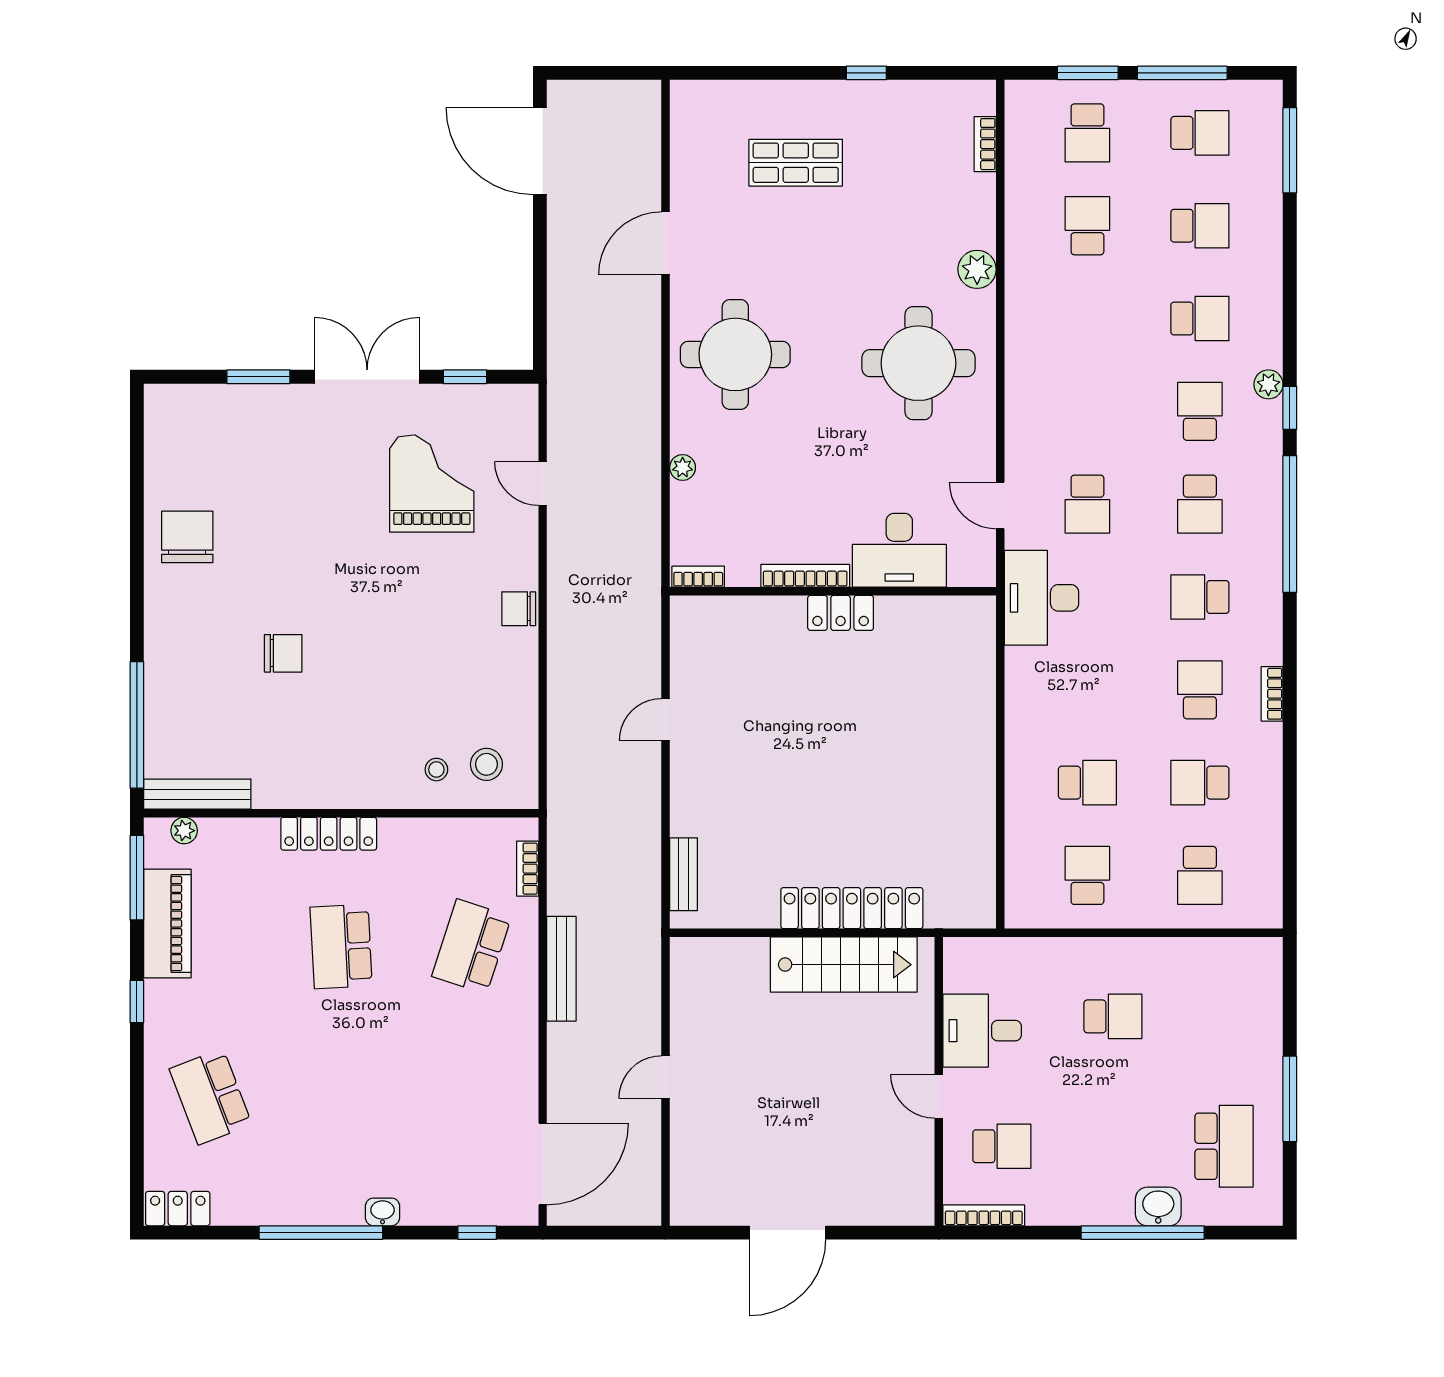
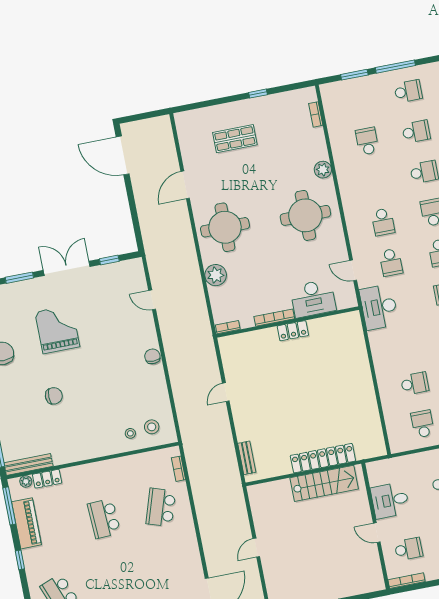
school desk: (1087, 133) -> (383, 222), moved
plant: (683, 467) -> (216, 275), width x1.87, depth x1.87
grand piano: (432, 484) -> (57, 329), moved
chair: (519, 609) -> (152, 356), turned 90
locker: (329, 834) -> (47, 479), moved, width x0.66
bench: (561, 969) -> (202, 509), removed

